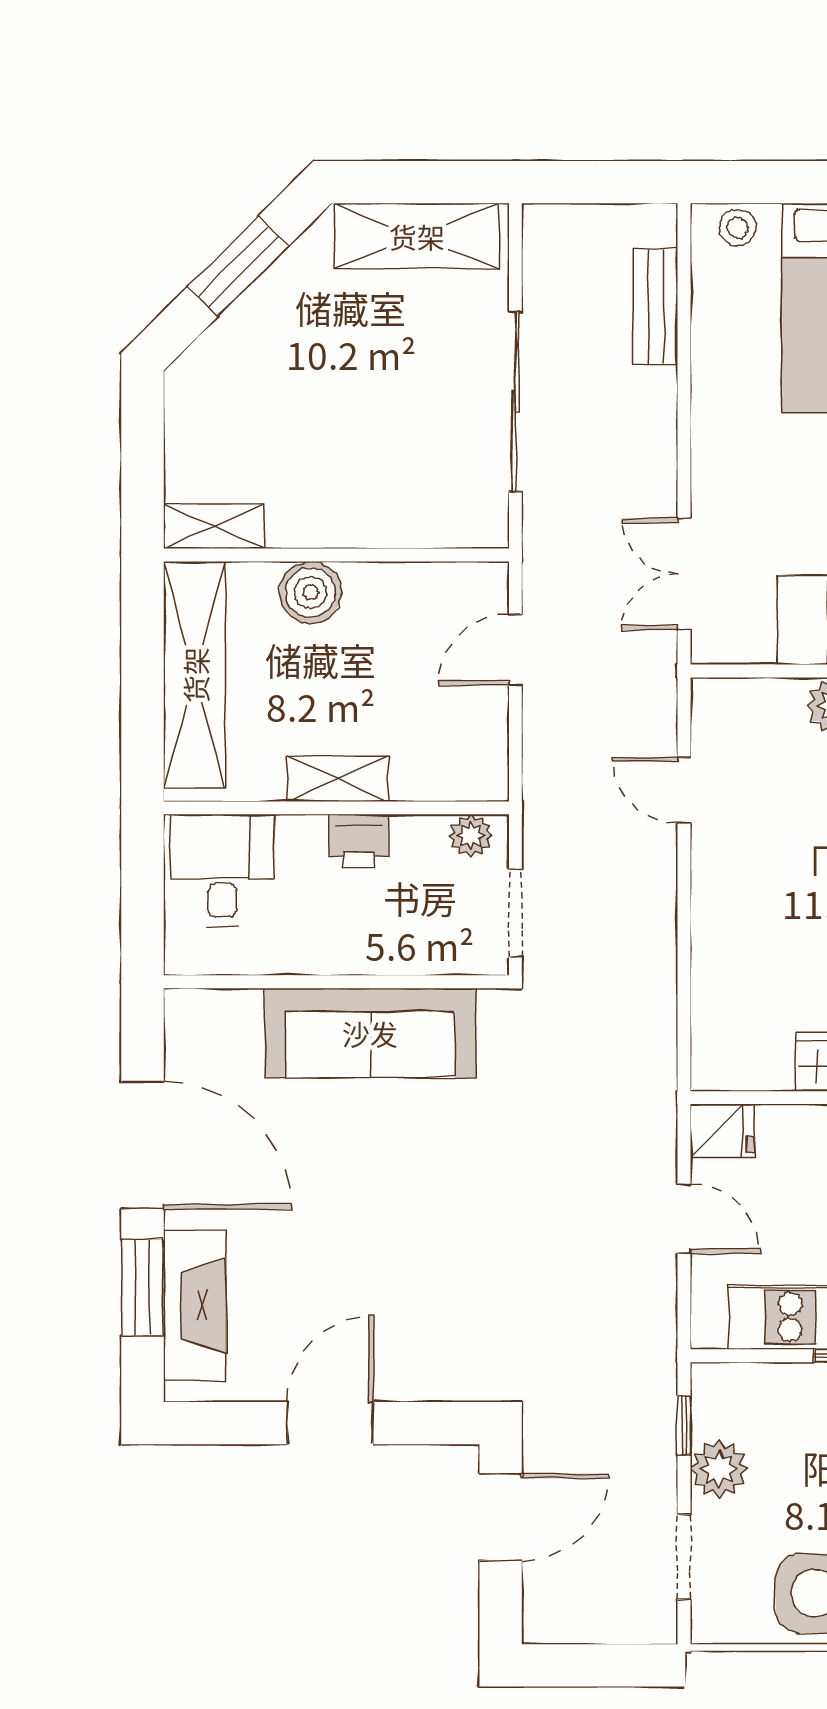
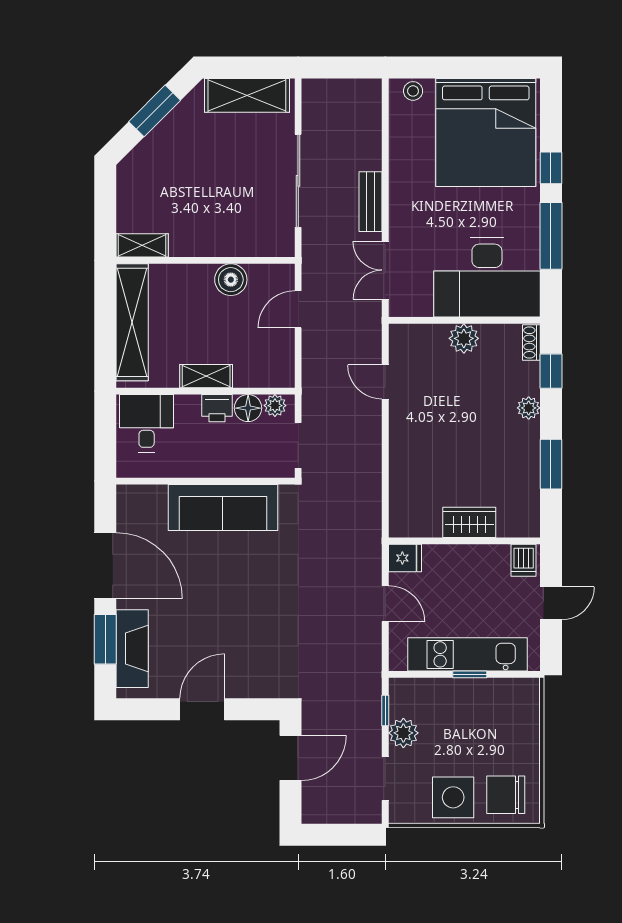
bench: (656, 306) -> (371, 202), moved
boiler: (310, 592) -> (231, 280), moved
floor lamp: (419, 841) -> (248, 408), added

